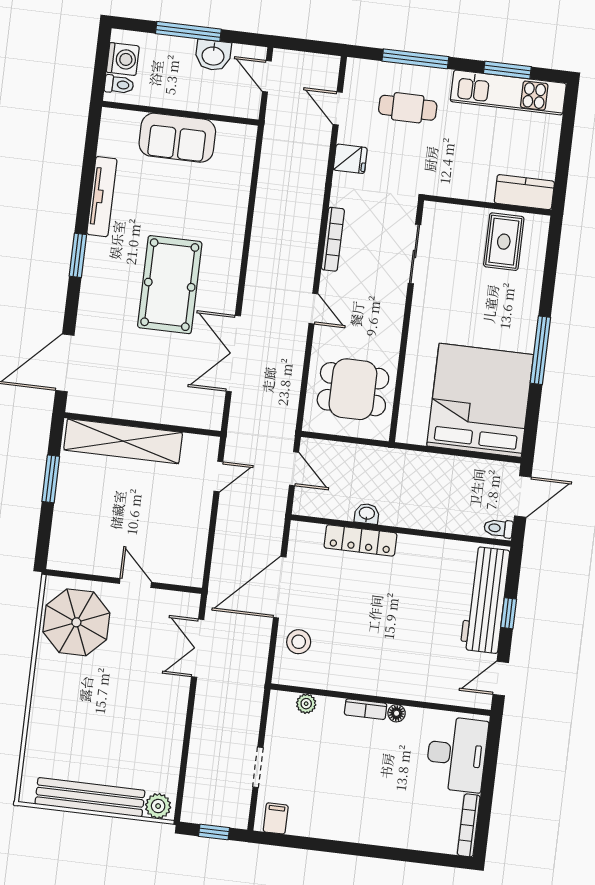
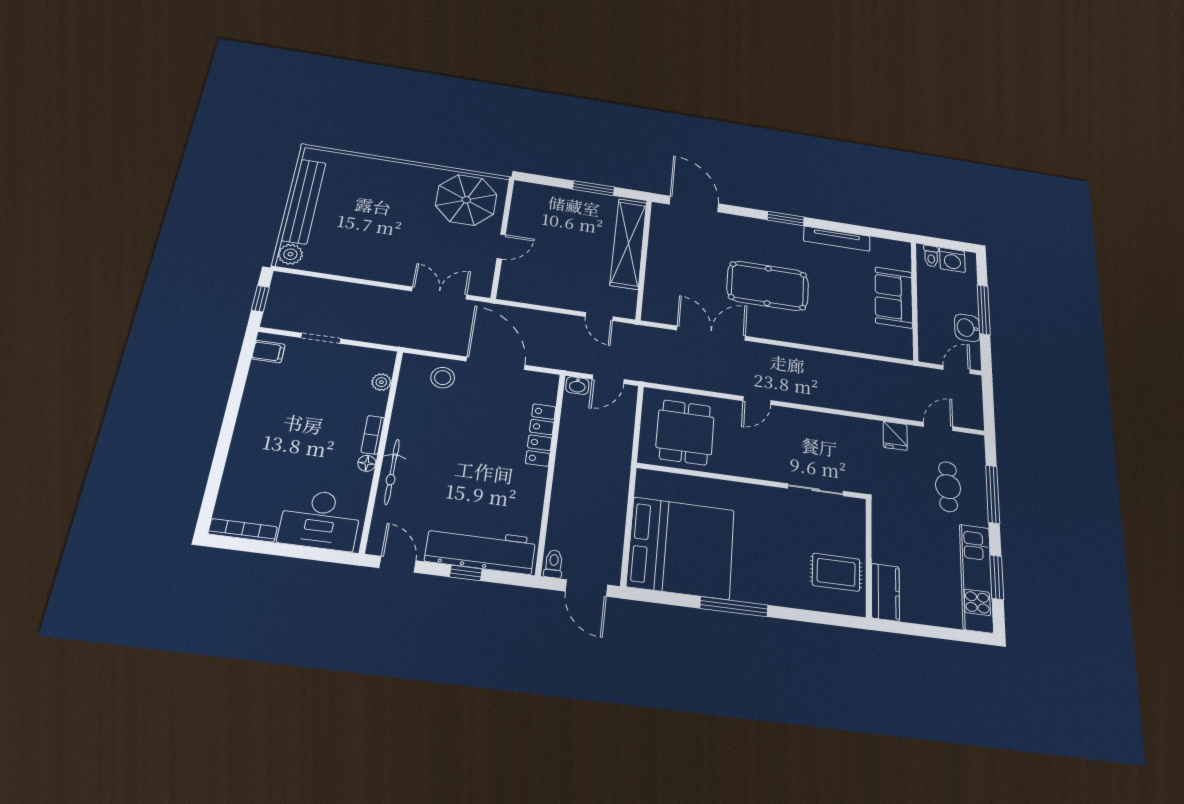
bookcase: (333, 239) -> (821, 419), removed
washbasin: (367, 514) -> (577, 386), moved, turned 90
bicycle: (405, 688) -> (392, 472), added

